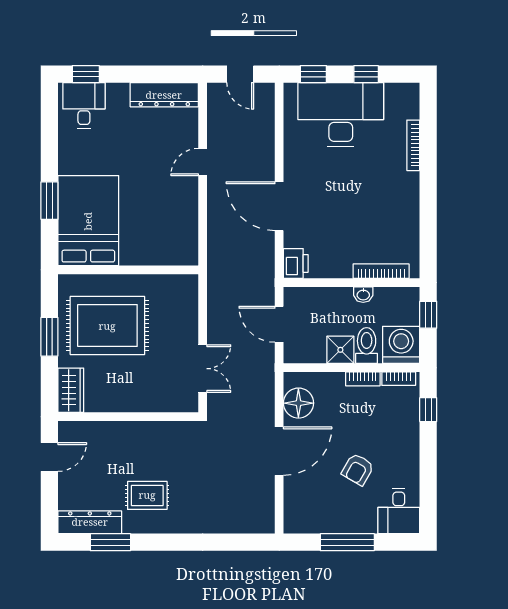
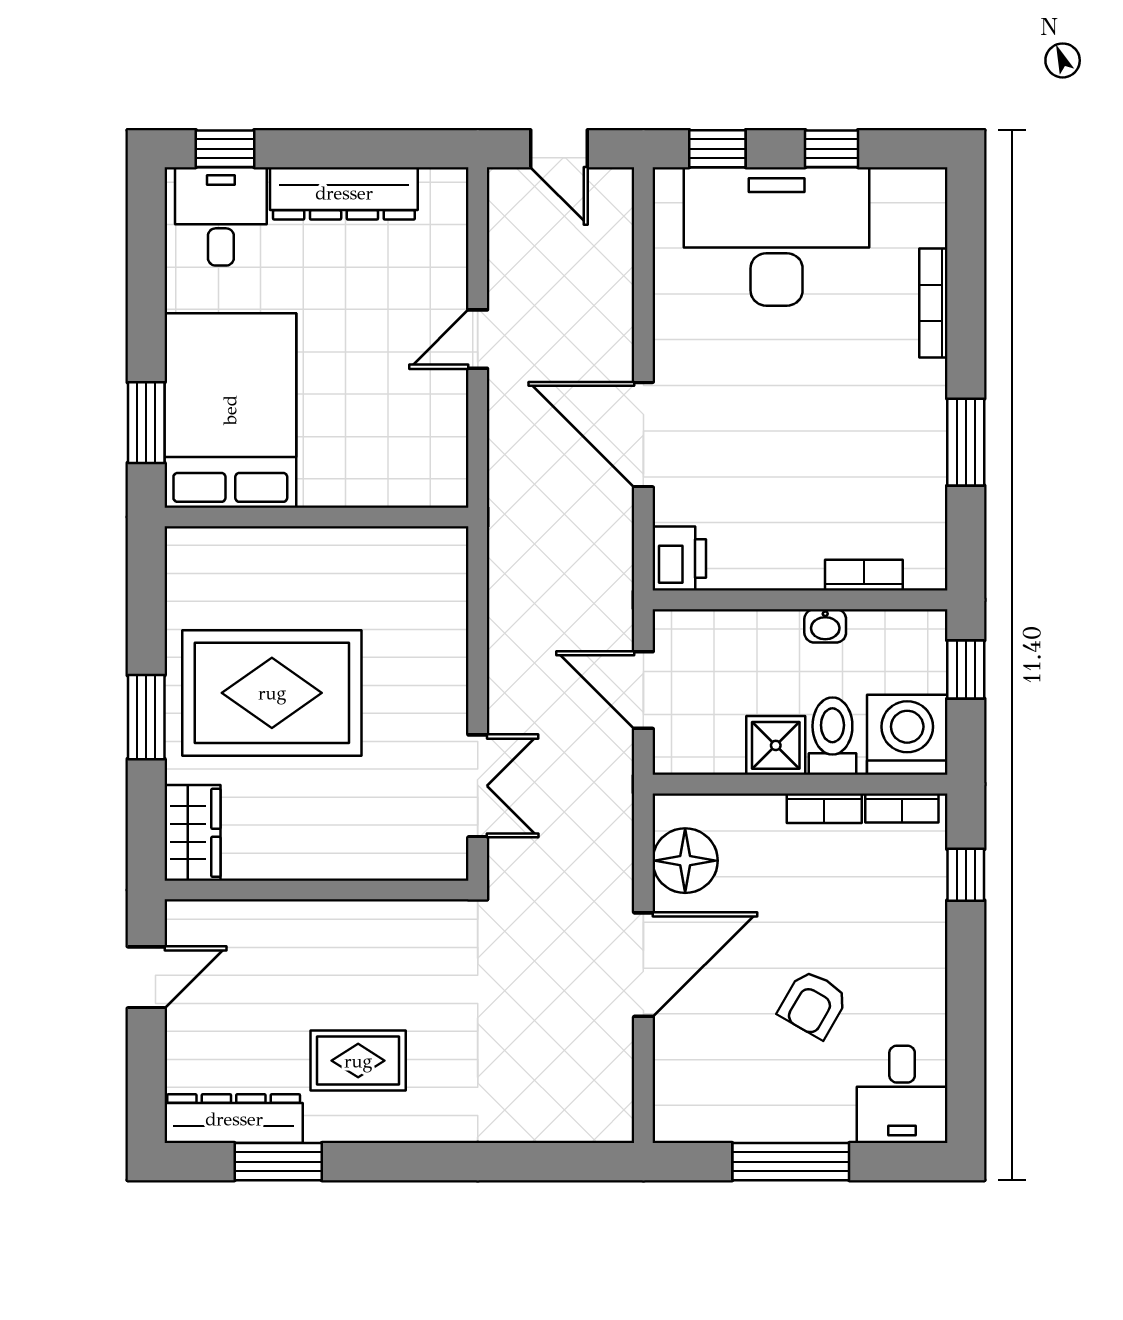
dresser: (164, 95) -> (344, 193), moved
window: (428, 210) -> (966, 442), added
bed: (88, 221) -> (230, 410), moved
wall: (128, 270) -> (317, 517), moved
bookcase: (381, 271) -> (864, 575), width x0.64

